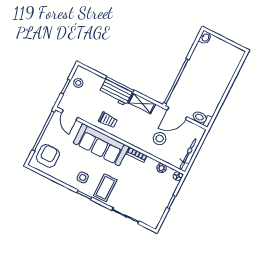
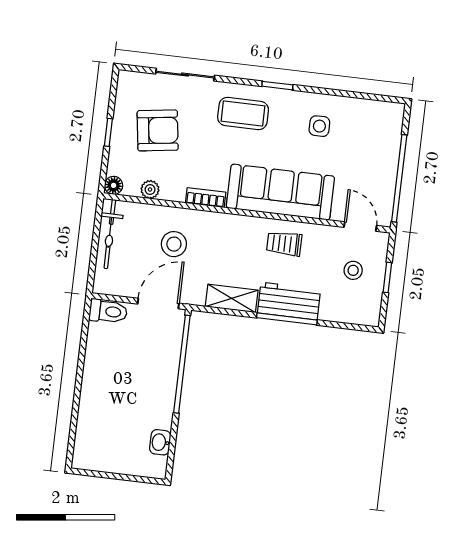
washbasin: (205, 38) -> (160, 442), moved
stool: (78, 83) -> (353, 270), moved
armchair: (48, 156) -> (158, 130), moved, turned -98
side table: (83, 177) -> (319, 126), moved
coffee table: (105, 188) -> (243, 114), turned 90

